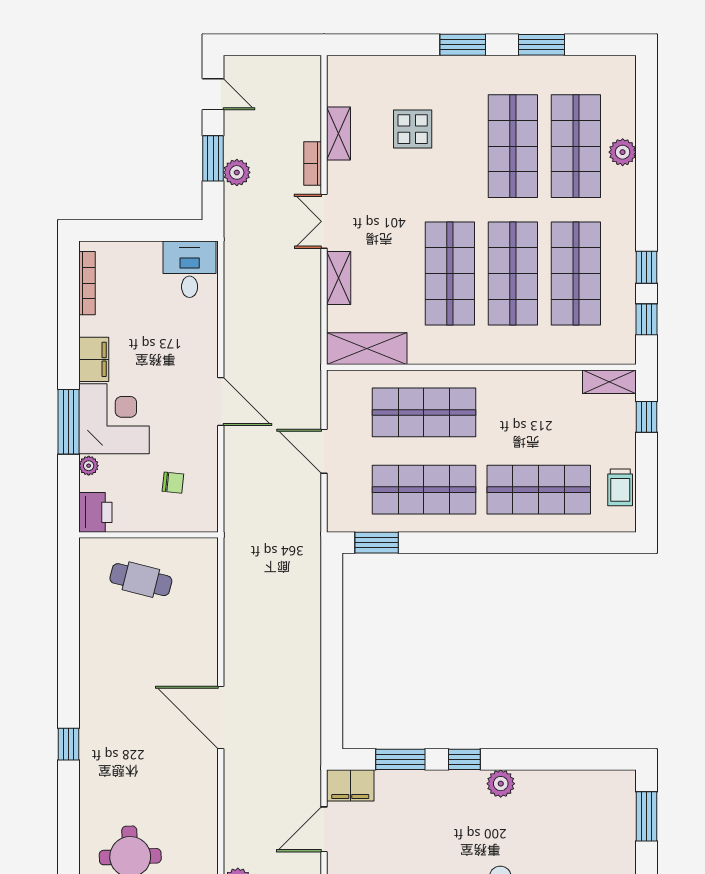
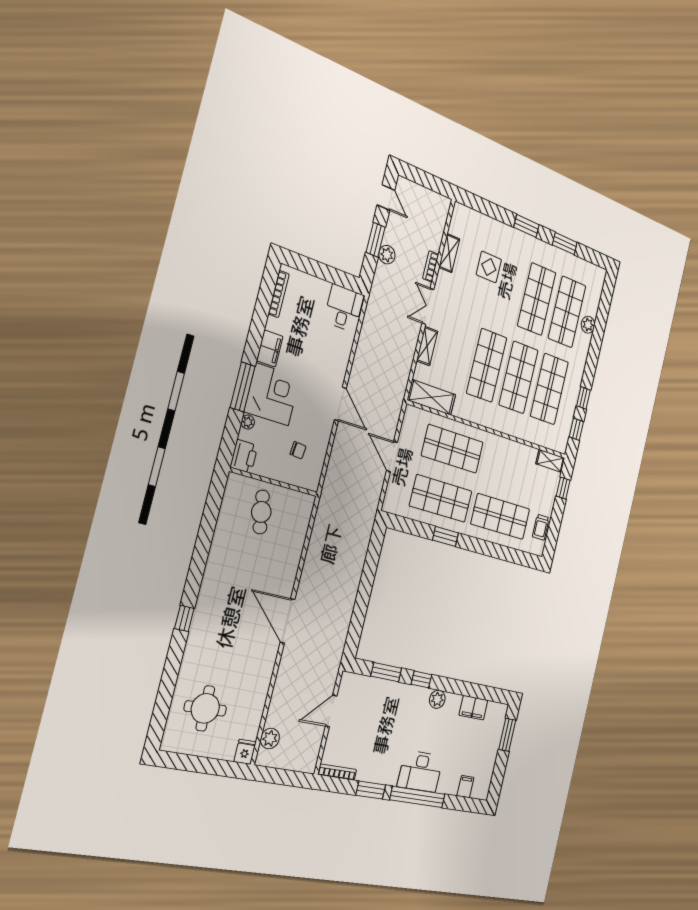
window: (377, 543) -> (445, 536), moved
cafe table: (141, 580) -> (261, 512), turned 66
filing cabinet: (350, 785) -> (473, 708), moved

